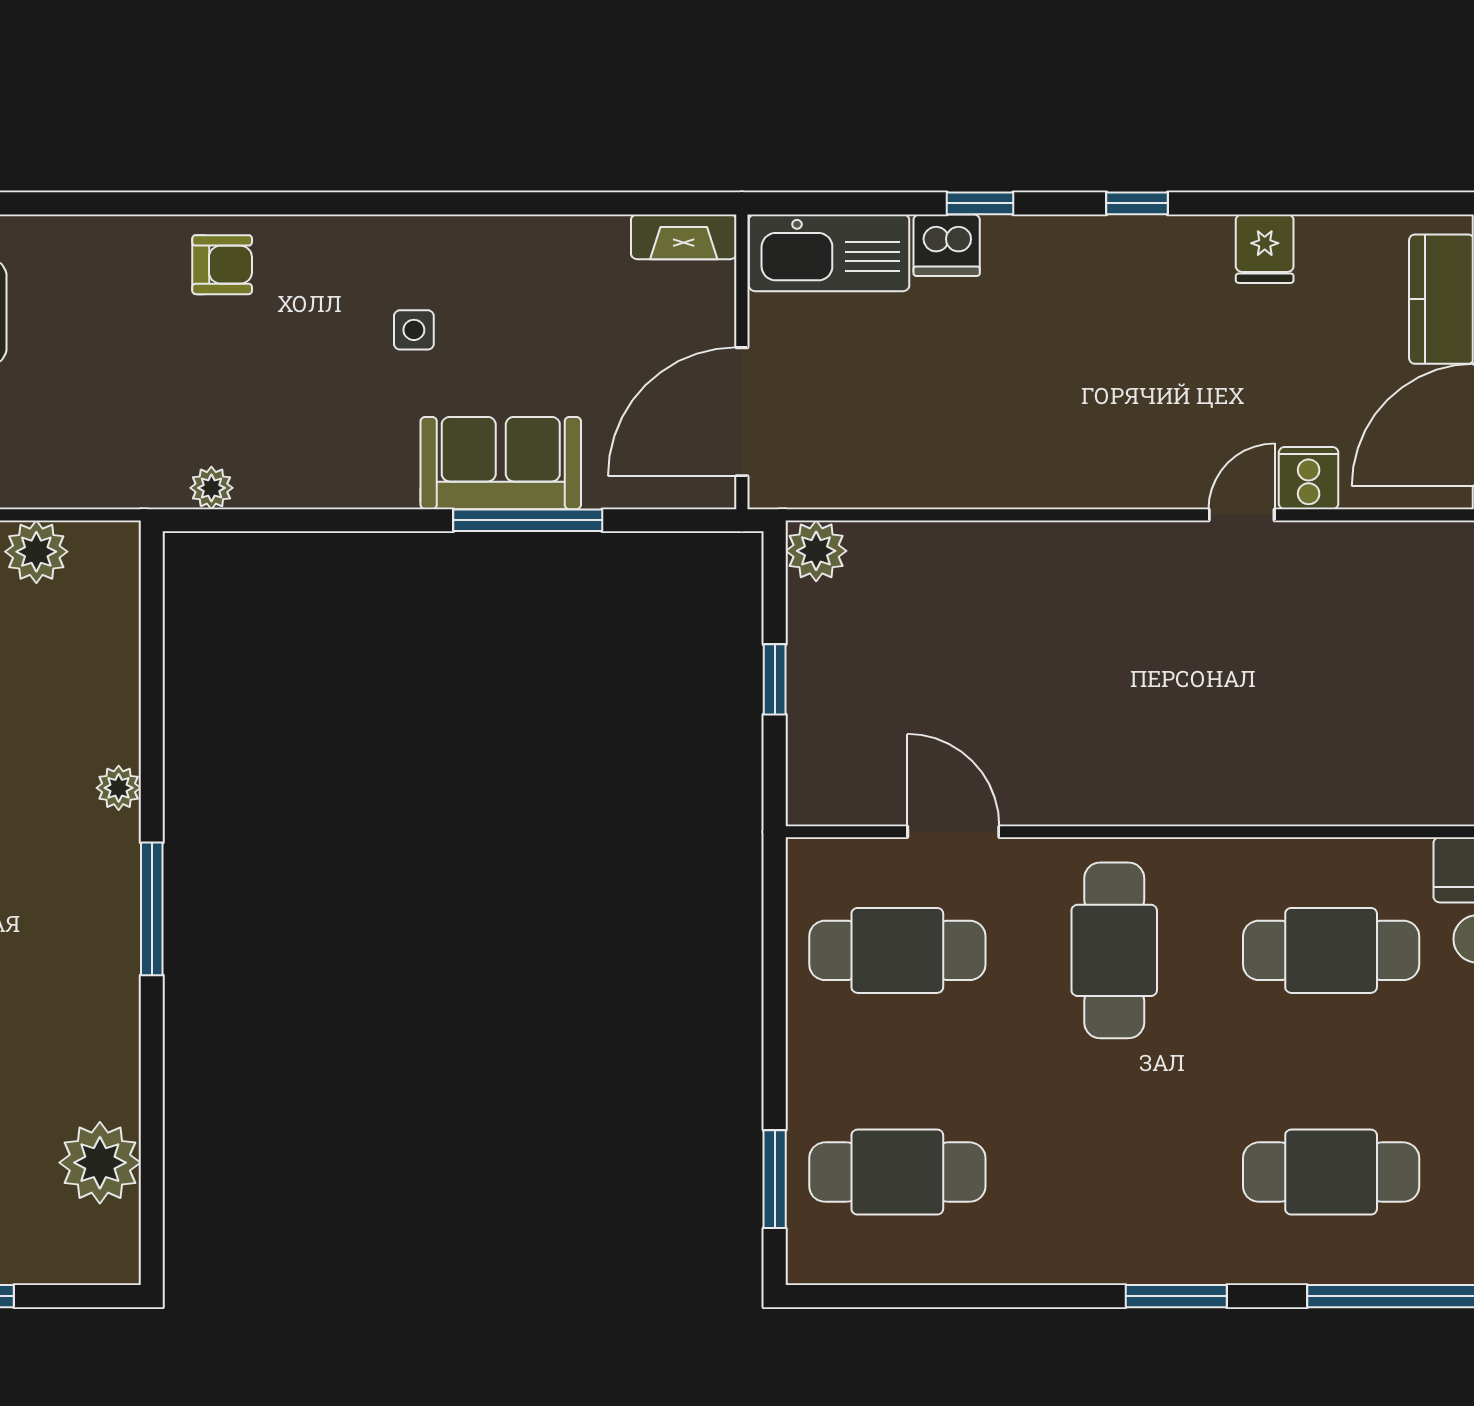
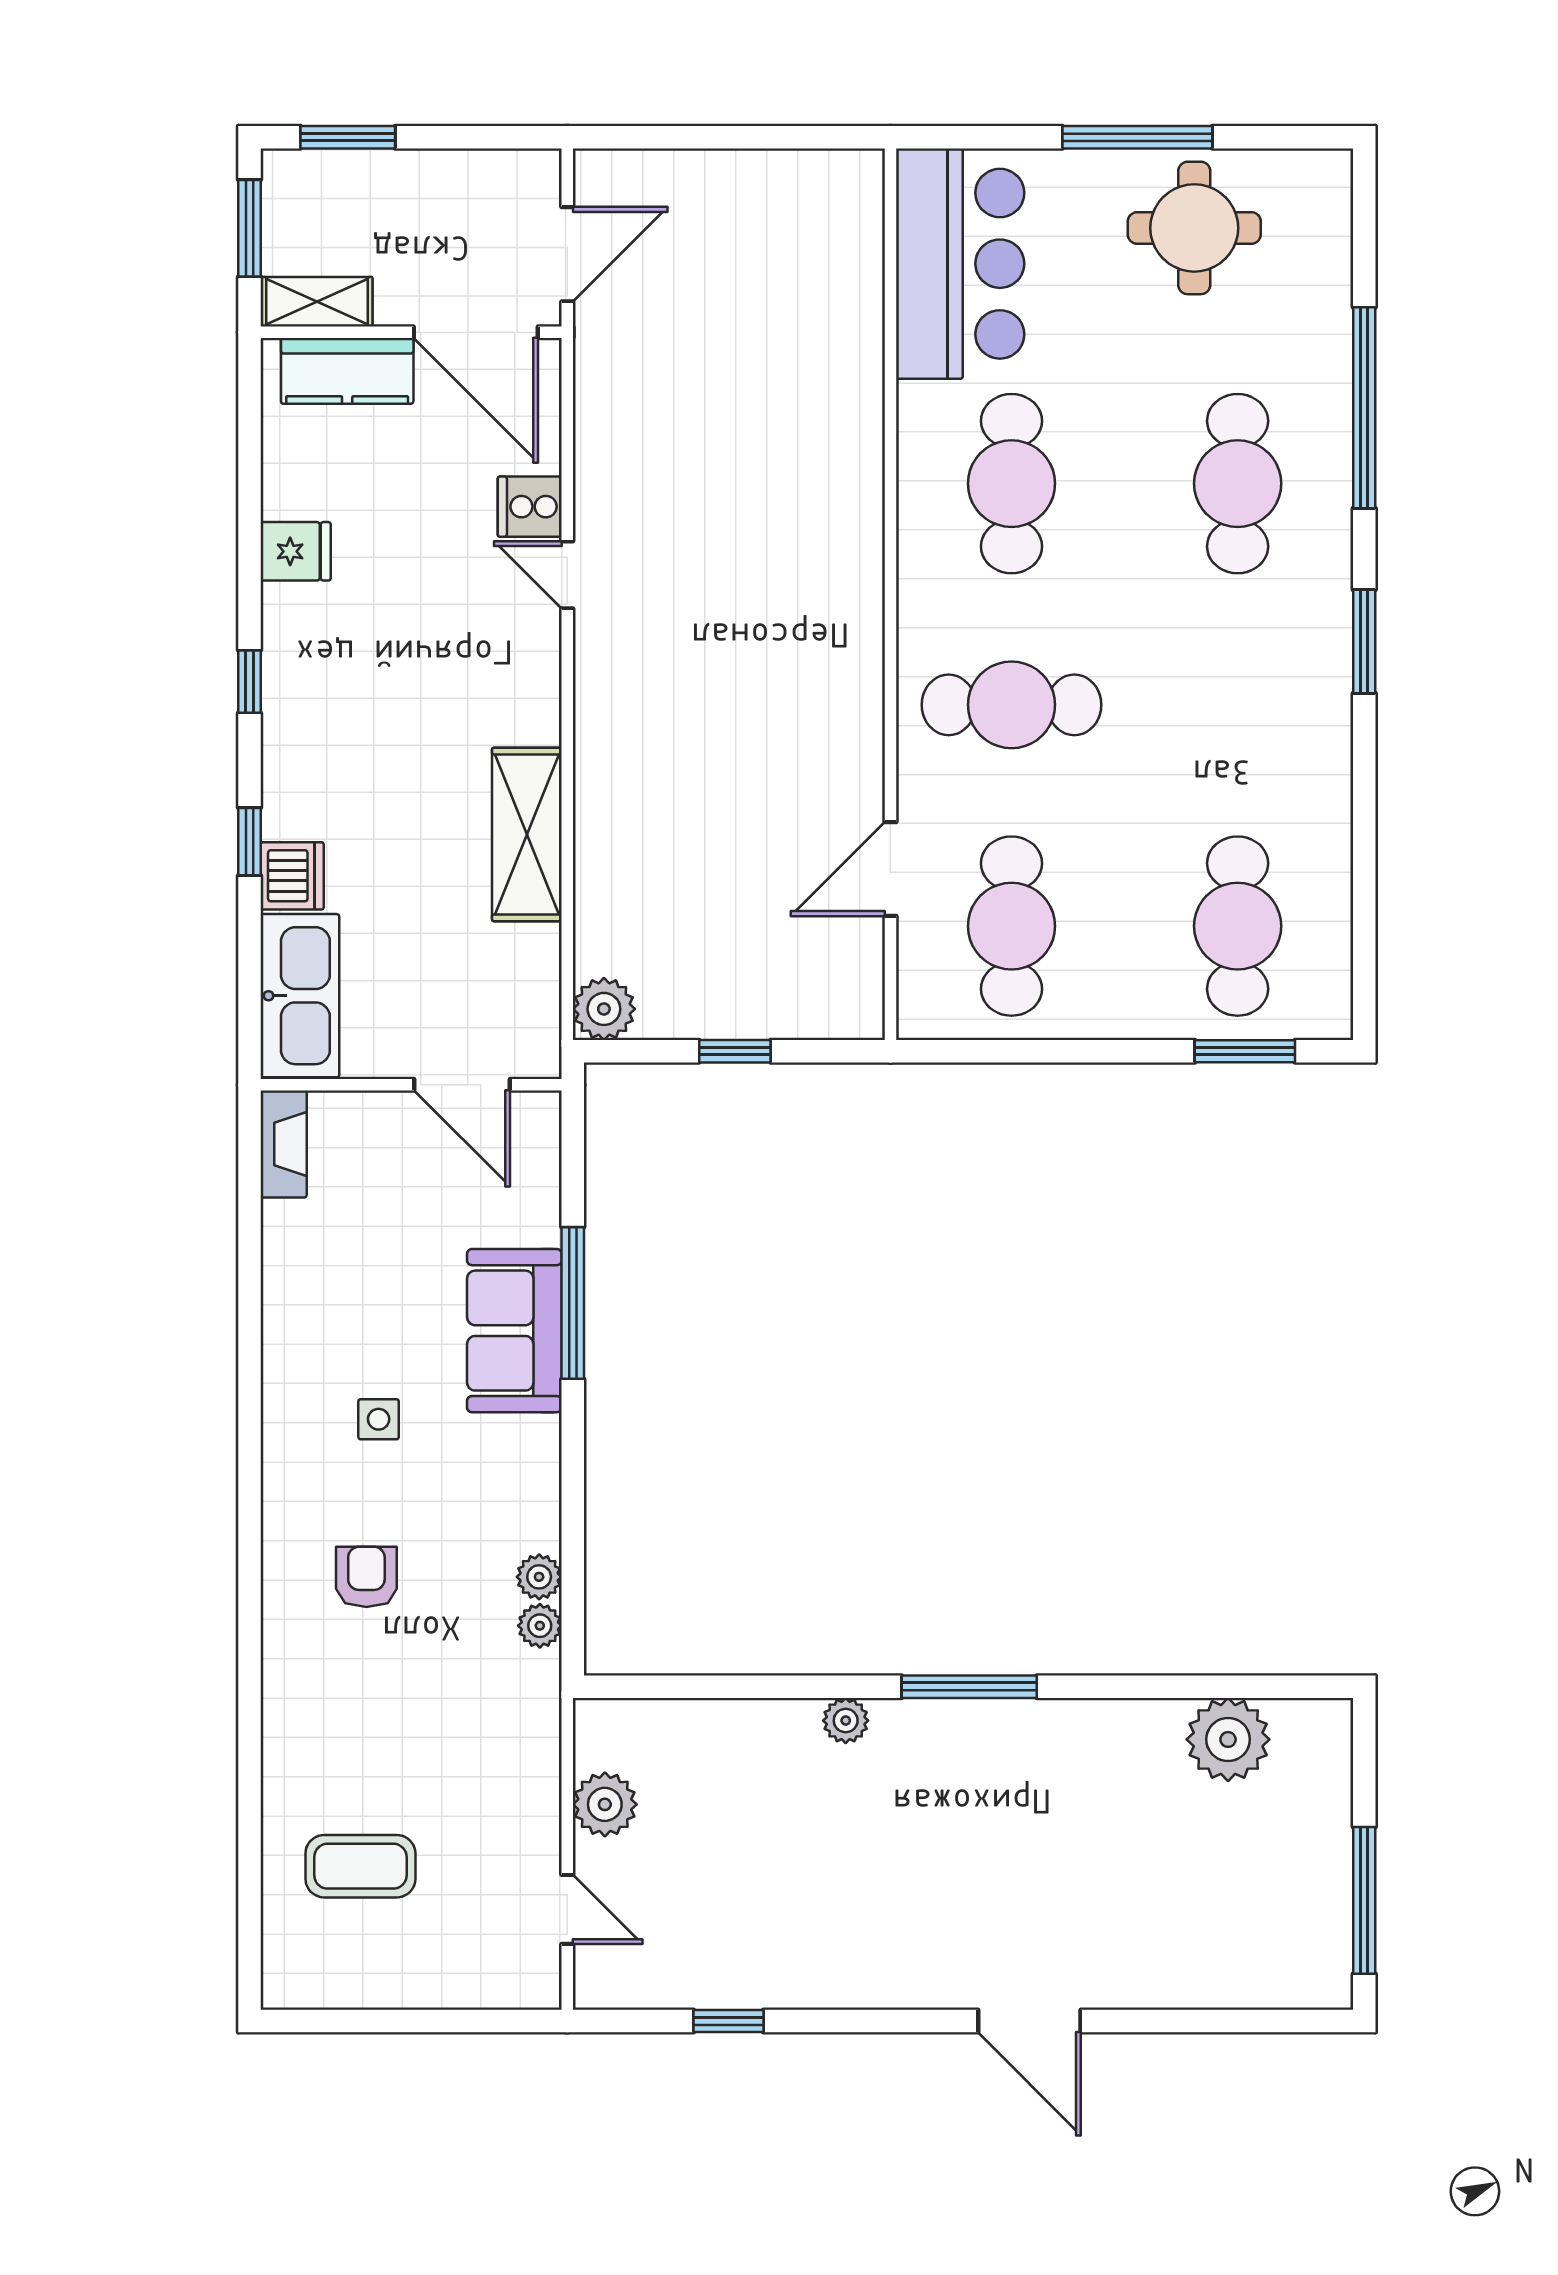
armchair: (222, 265) -> (366, 1577), moved
door: (742, 412) -> (462, 1085), width x0.73
shelving: (987, 475) -> (527, 834), added
plant: (259, 487) -> (539, 1577), added

